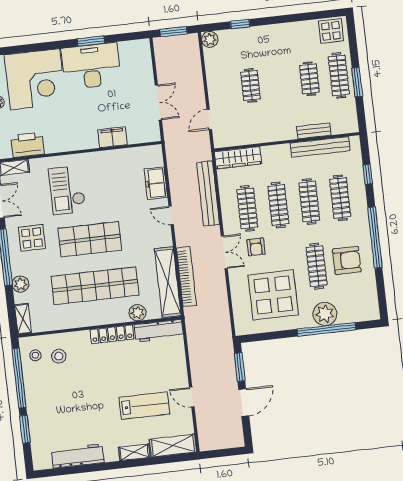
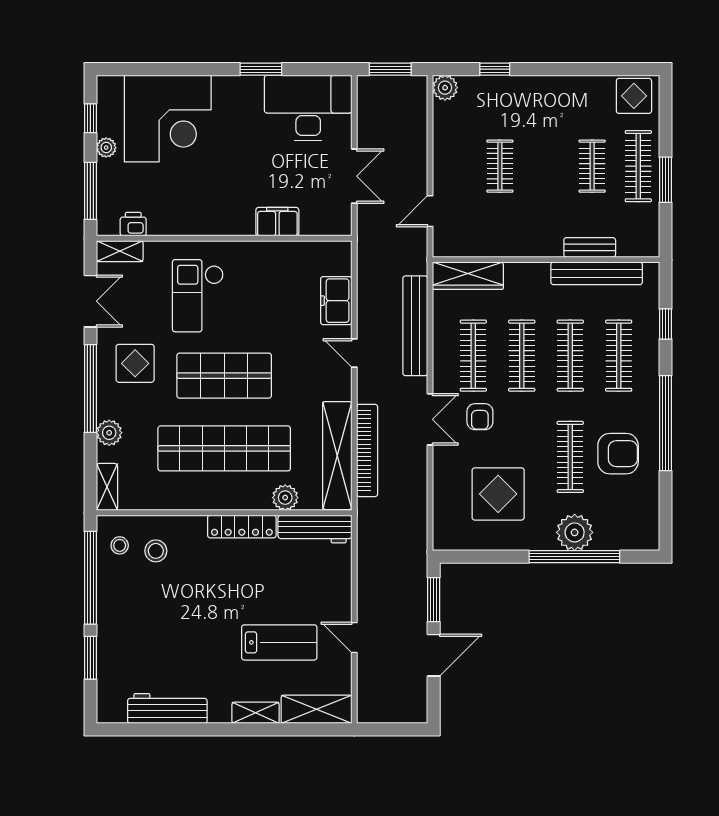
desk: (91, 66) -> (308, 108), moved
printer: (27, 145) -> (133, 224), width x0.53, depth x0.68
display table: (273, 295) -> (498, 494), width x0.73, depth x0.73

